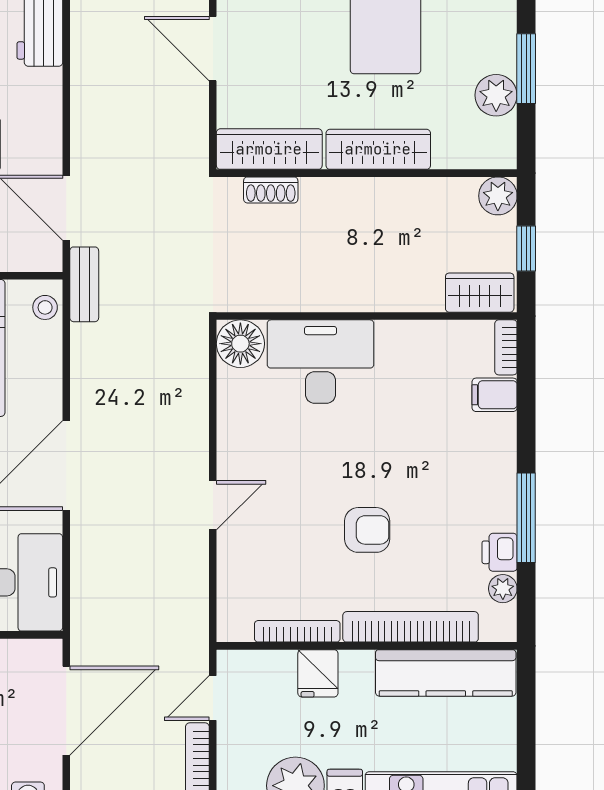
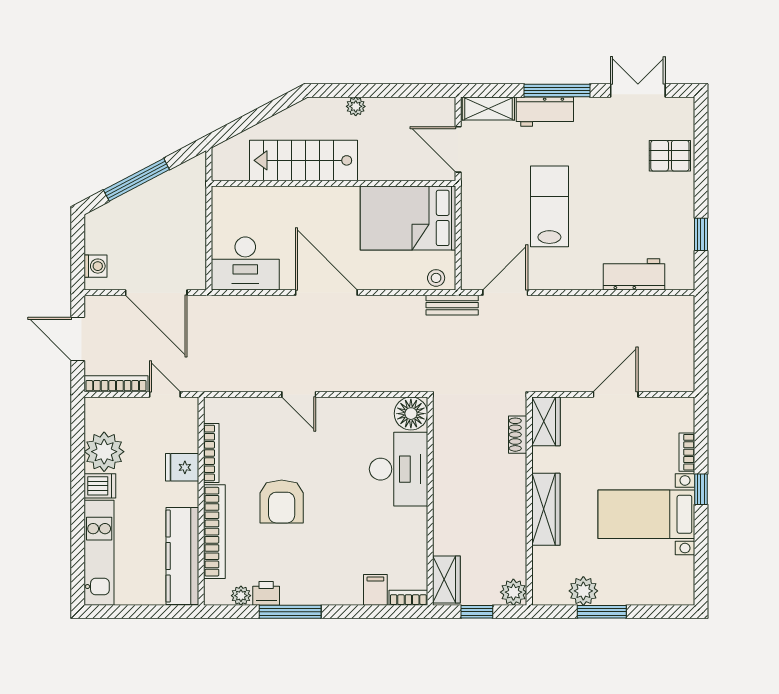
wardrobe: (269, 149) -> (546, 421), width x0.67
armchair: (367, 530) -> (282, 501), width x1.38, depth x1.38

